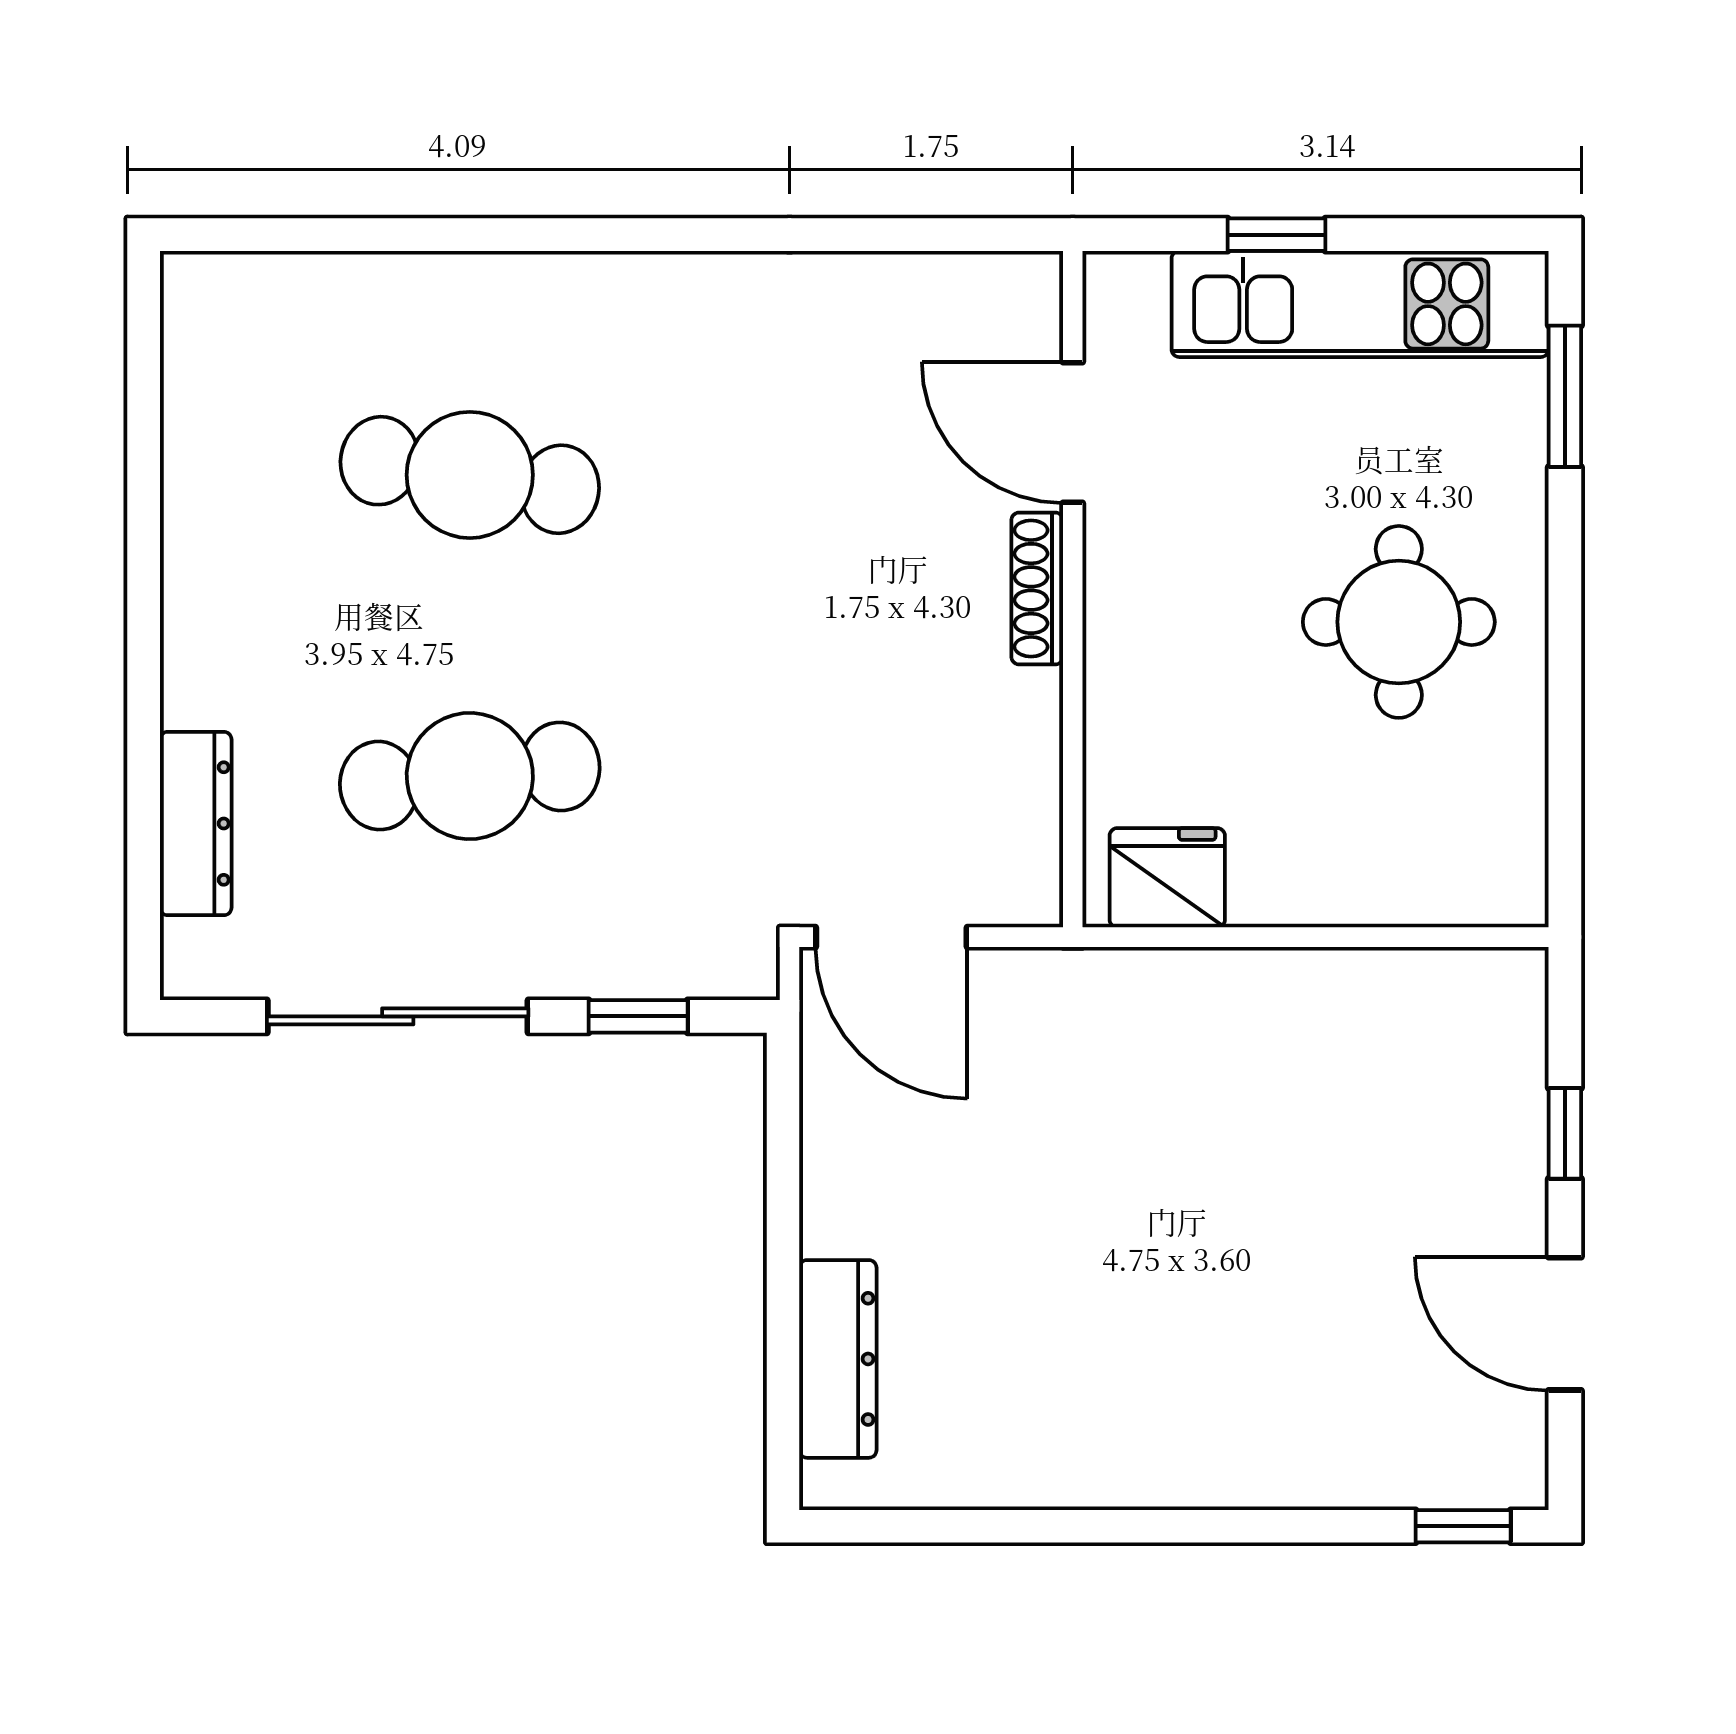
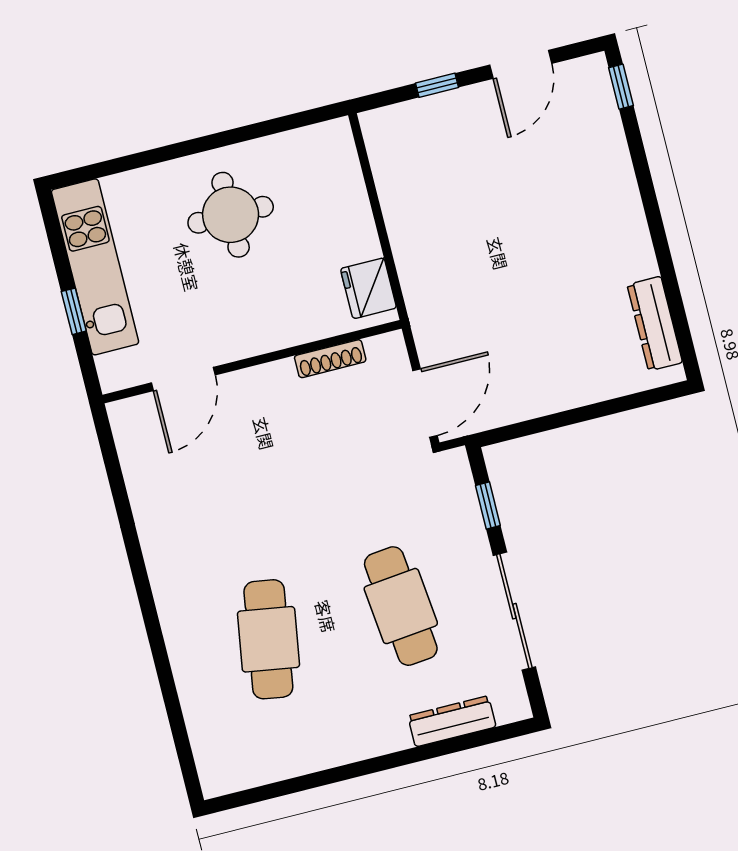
window: (1565, 396) -> (113, 167), removed
shoe rack: (1037, 588) -> (330, 359), moved
dresser: (838, 1359) -> (655, 324), moved, turned -90

